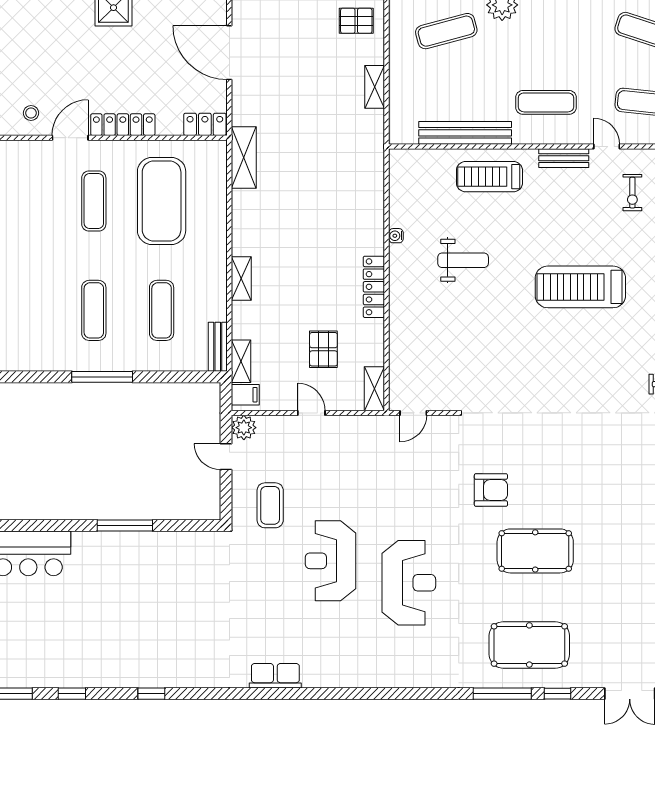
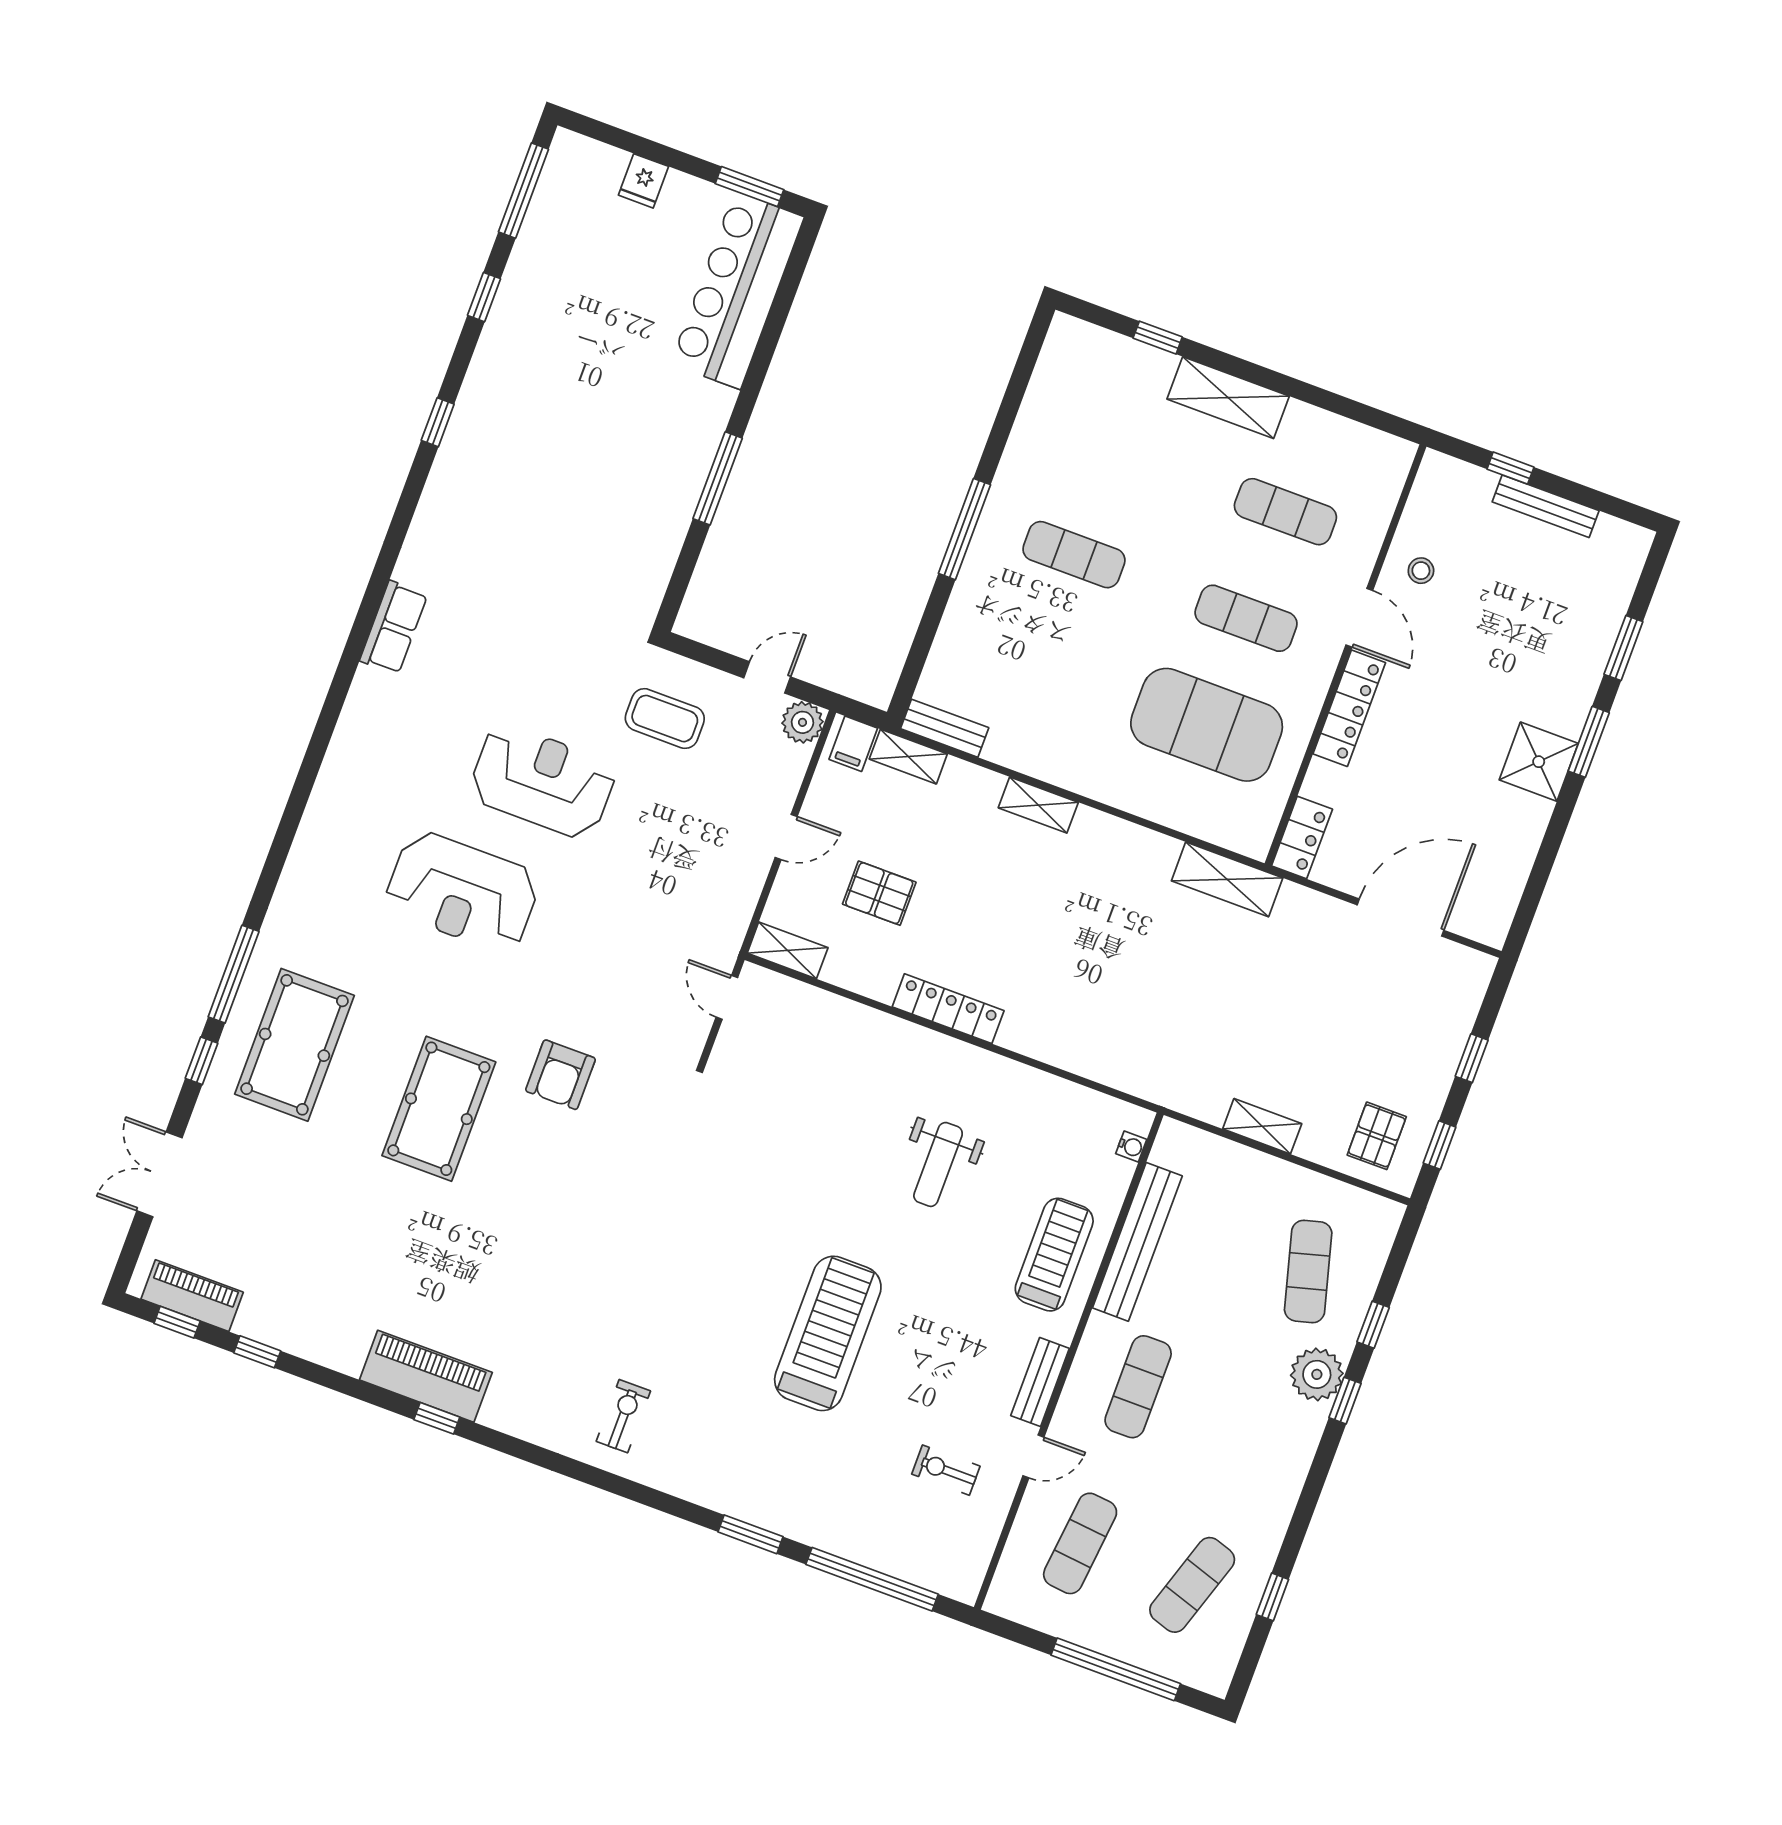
water cooler: (396, 236) -> (1131, 1147), moved, turned 90
exercise mat: (162, 310) -> (1285, 512), moved

